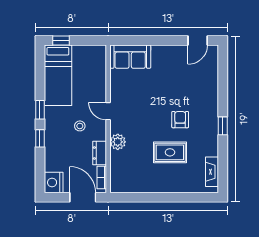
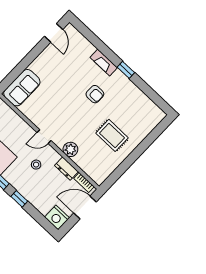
armchair: (180, 120) -> (95, 94), turned 180
rug: (170, 152) -> (112, 135), moved, turned 90
fireplace: (212, 172) -> (104, 63), moved

